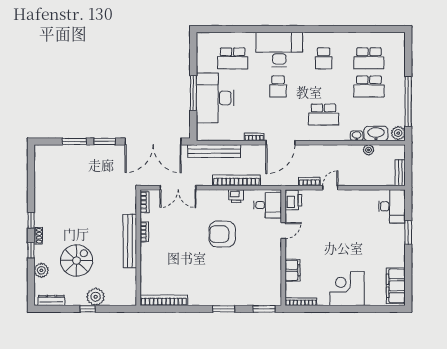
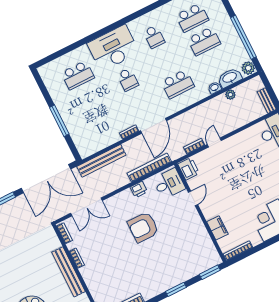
desk: (215, 98) -> (80, 116), removed
bookcase: (237, 180) -> (149, 167), moved

